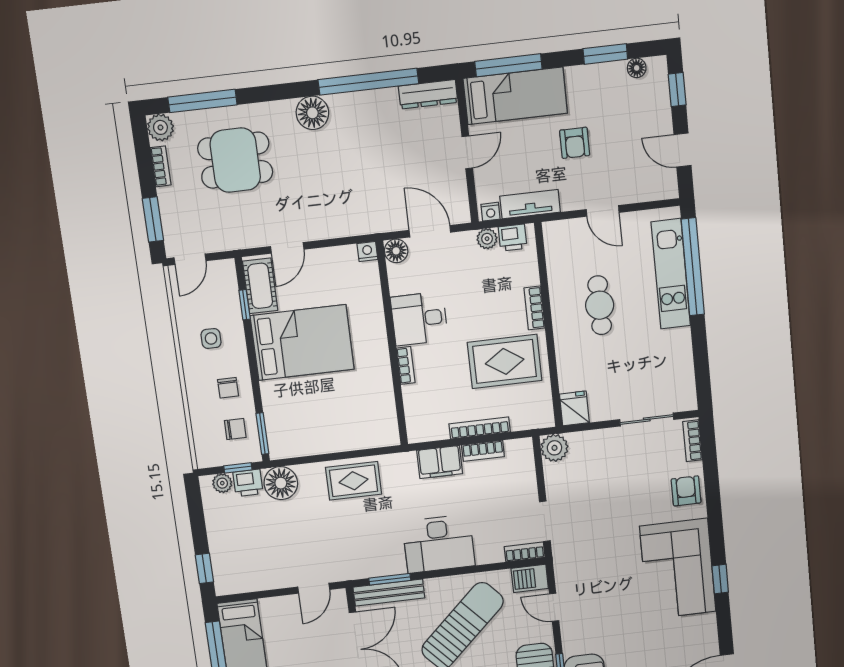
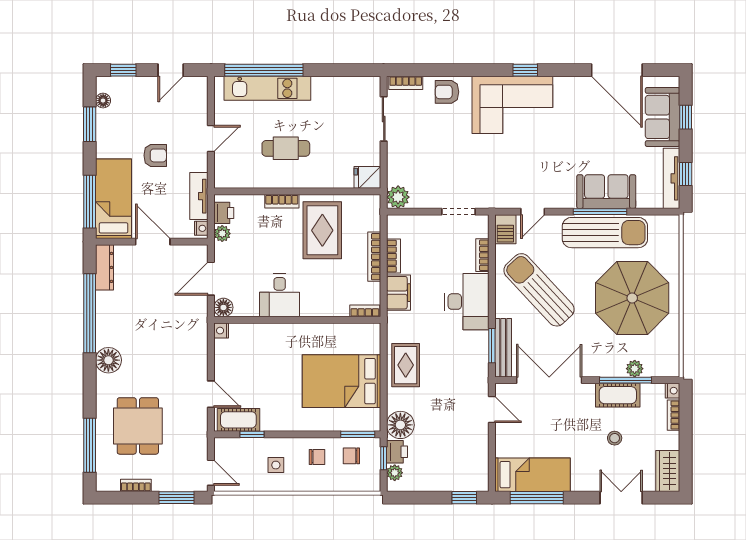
plant: (160, 127) -> (106, 481), removed
door: (467, 152) -> (153, 242), width x1.38
bed: (302, 342) -> (341, 381), moved, turned -90
bookcase: (406, 365) -> (365, 311), moved
chair: (235, 429) -> (351, 456), turned -90
bookcase: (525, 552) -> (482, 255), moved

